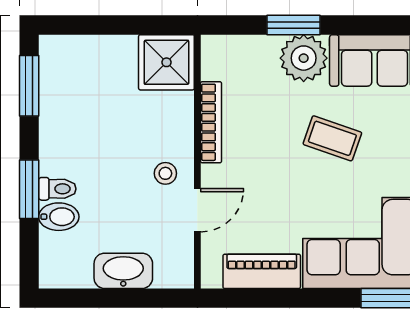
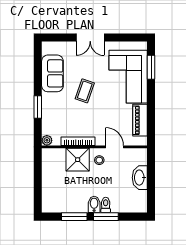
plant: (304, 58) -> (47, 140), moved, width x0.53, depth x0.53
shower: (166, 62) -> (78, 160), moved
window: (29, 86) -> (74, 217), moved
bidet: (59, 217) -> (94, 204), moved

